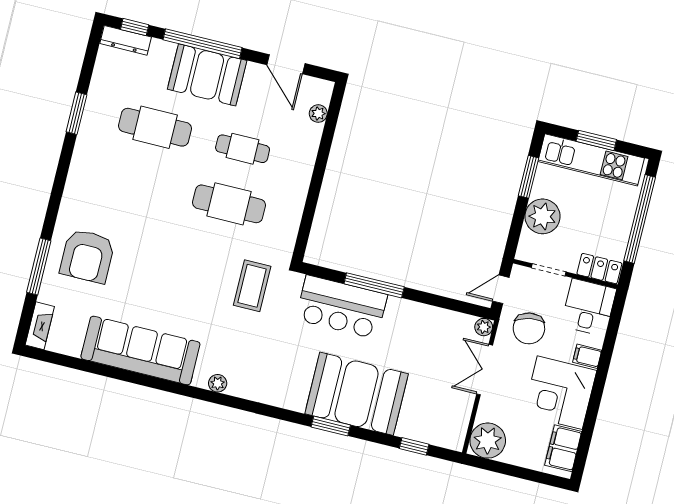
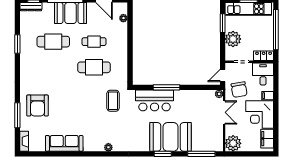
sofa: (140, 350) -> (64, 143), width x0.74, depth x0.79
double door: (485, 370) -> (224, 112), swing flipped
window: (414, 446) -> (201, 154), width x2.17

